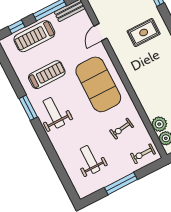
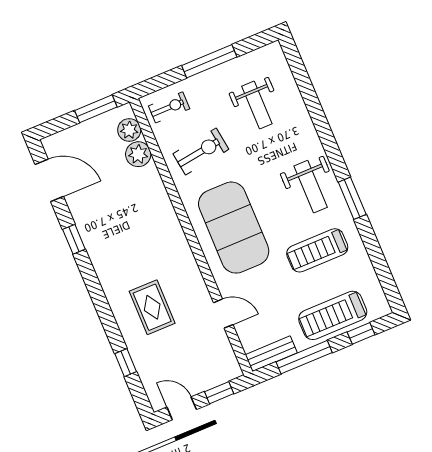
door: (100, 32) -> (223, 314), hinge flipped
rug: (144, 33) -> (152, 307), turned 90
treadmill: (34, 36) -> (333, 315), turned 180
exercise bike: (122, 129) -> (201, 152), width x1.38, depth x1.39

